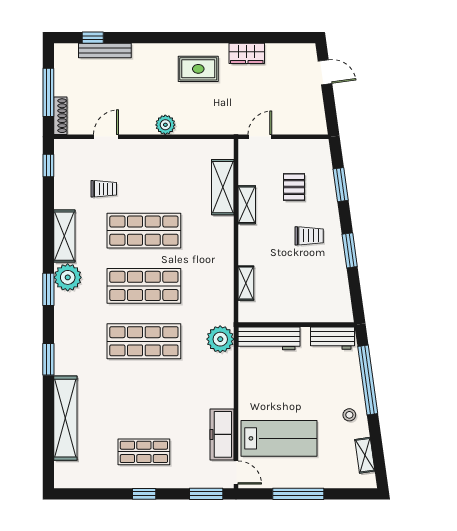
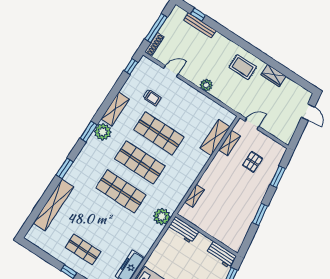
shelving: (247, 205) -> (230, 143), moved
trolley: (309, 236) -> (244, 193), removed
workbench: (269, 338) -> (183, 230), width x0.73

